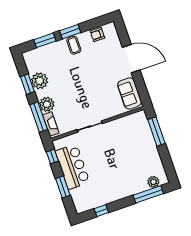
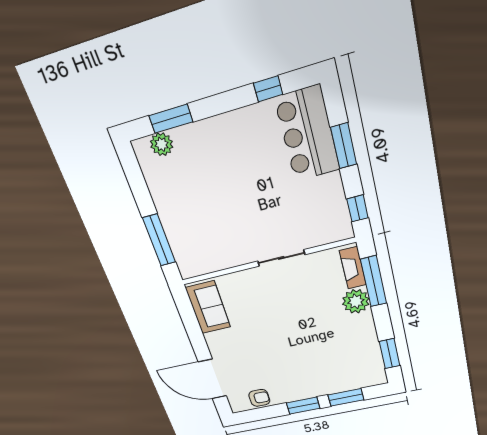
coffee table: (74, 45) -> (299, 387), removed
door: (131, 59) -> (212, 379), moved
plant: (40, 81) -> (363, 340), removed
window: (27, 84) -> (390, 354), moved
bar counter: (73, 167) -> (307, 134), moved
window: (148, 194) -> (171, 119), width x0.69

